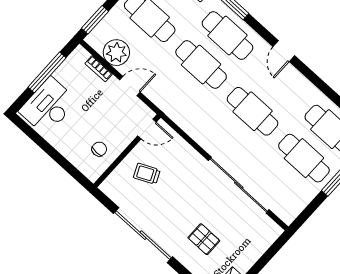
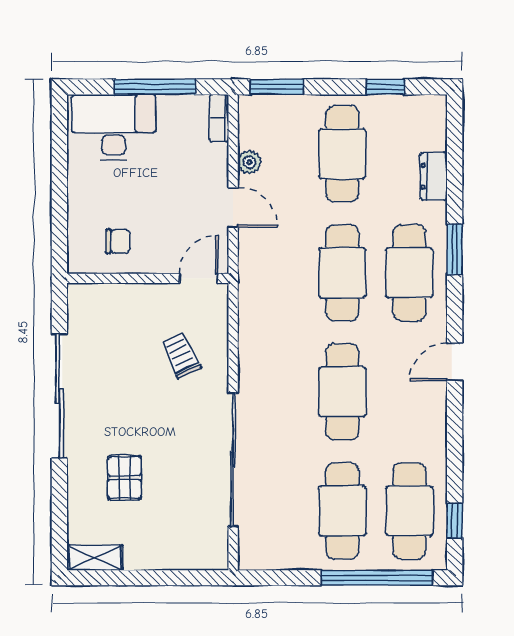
plant: (116, 53) -> (249, 162), width x0.53, depth x0.53
bookcase: (99, 69) -> (219, 118), moved
door: (147, 129) -> (198, 278), swing flipped
trolley: (147, 174) -> (181, 355), moved

